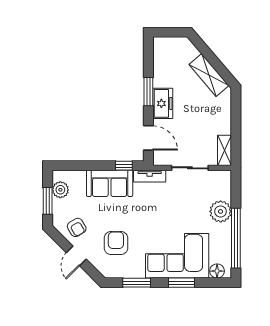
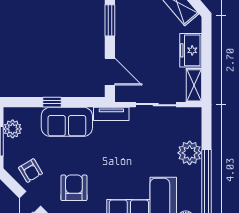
freezer: (163, 103) -> (191, 50), moved, turned 180
window: (124, 166) -> (52, 102), moved

